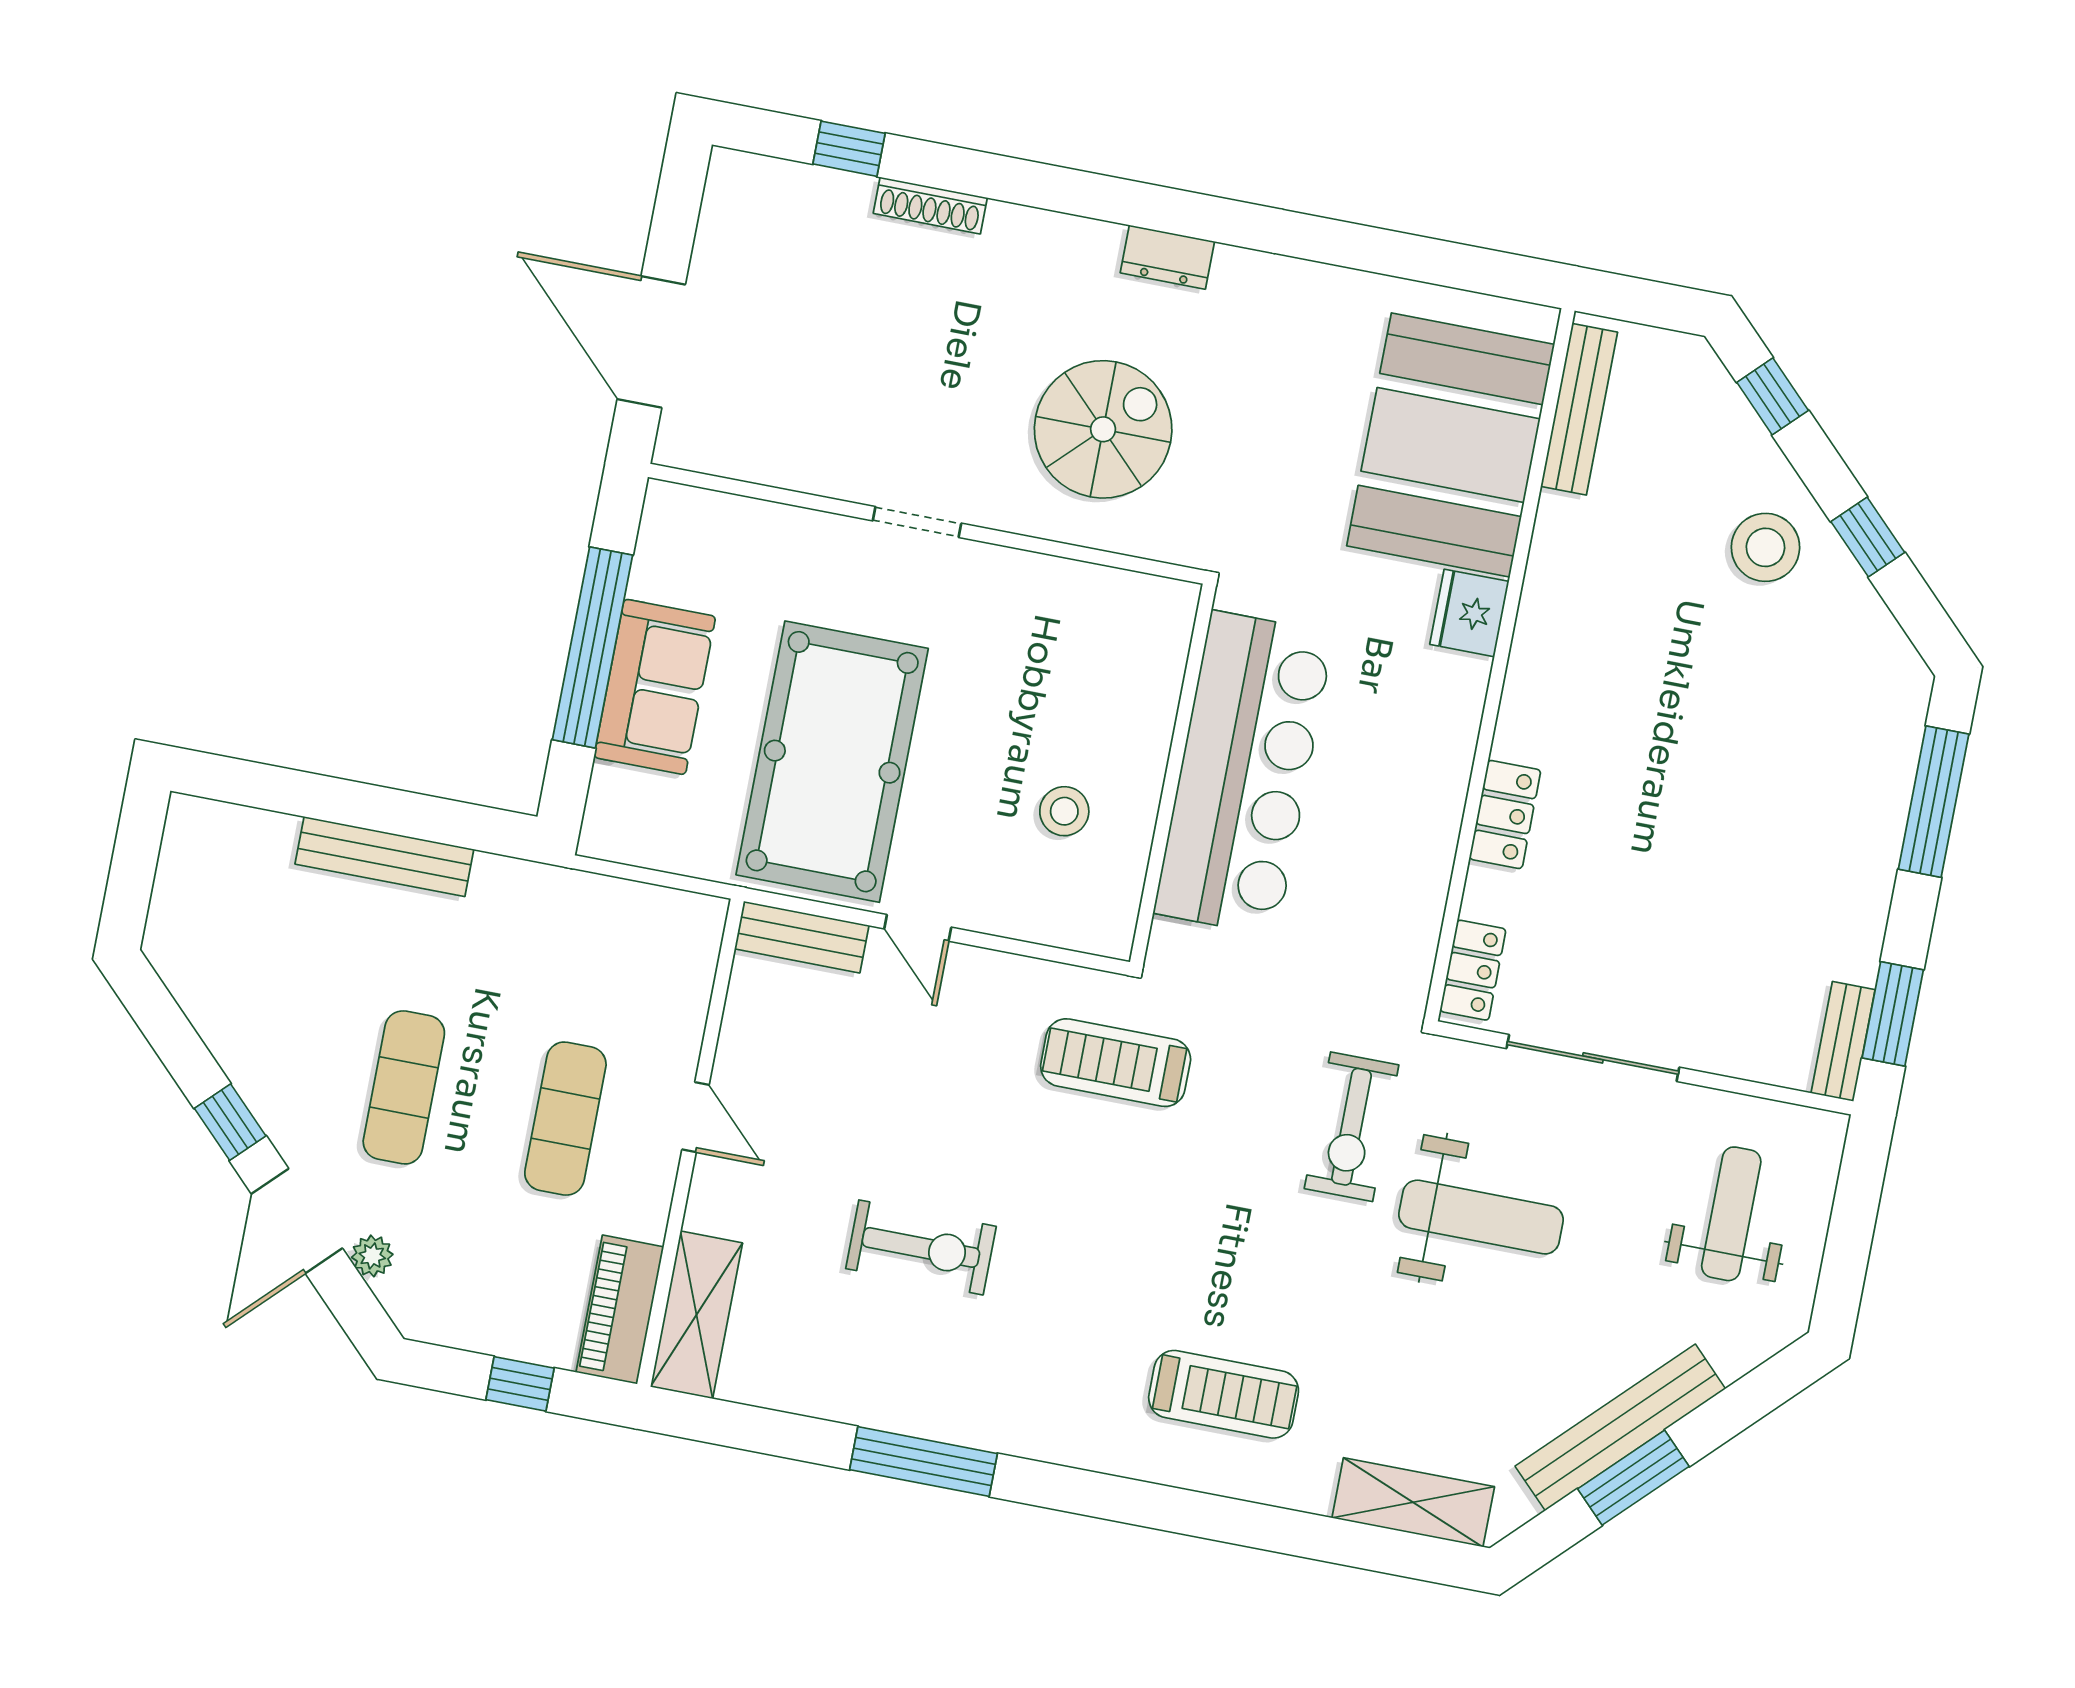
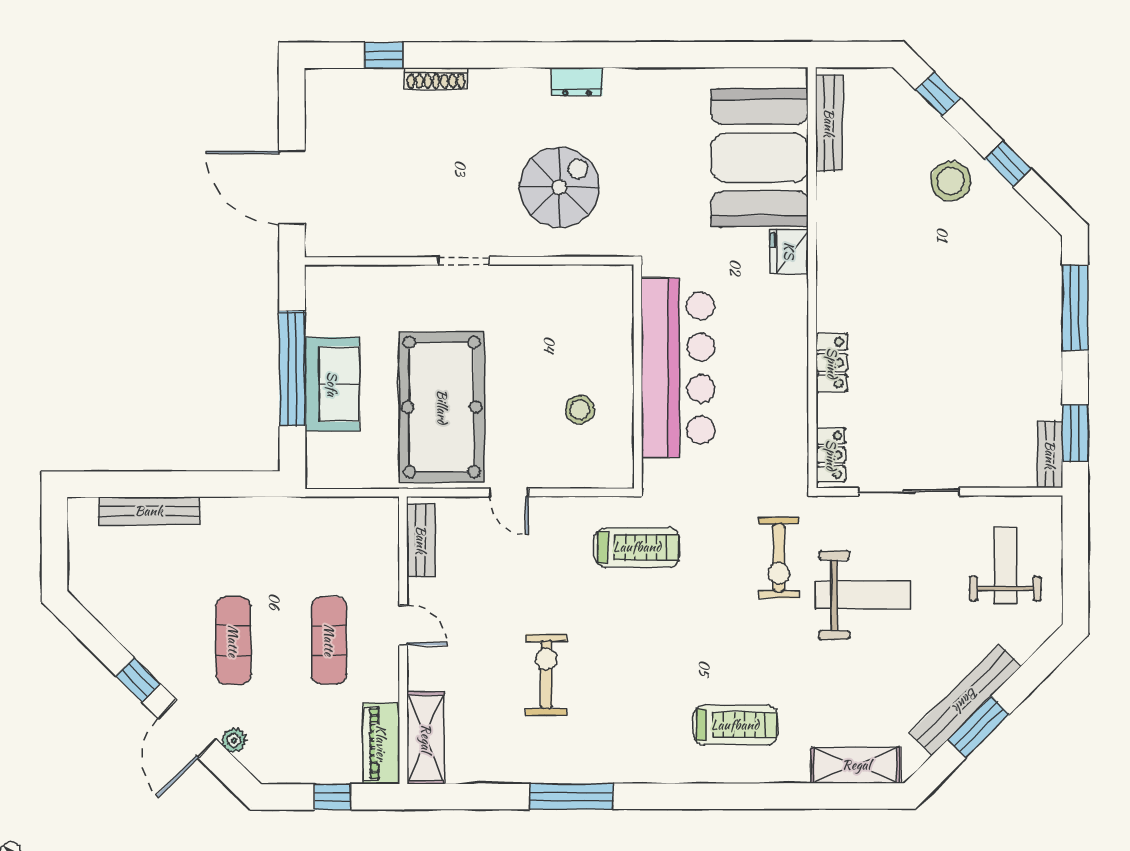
bench: (384, 857) -> (149, 511), moved
bench: (802, 937) -> (421, 540), moved, turned 90
treadmill: (1116, 1063) -> (637, 547), turned 180
exercise bike: (921, 1247) -> (546, 675), turned -90

